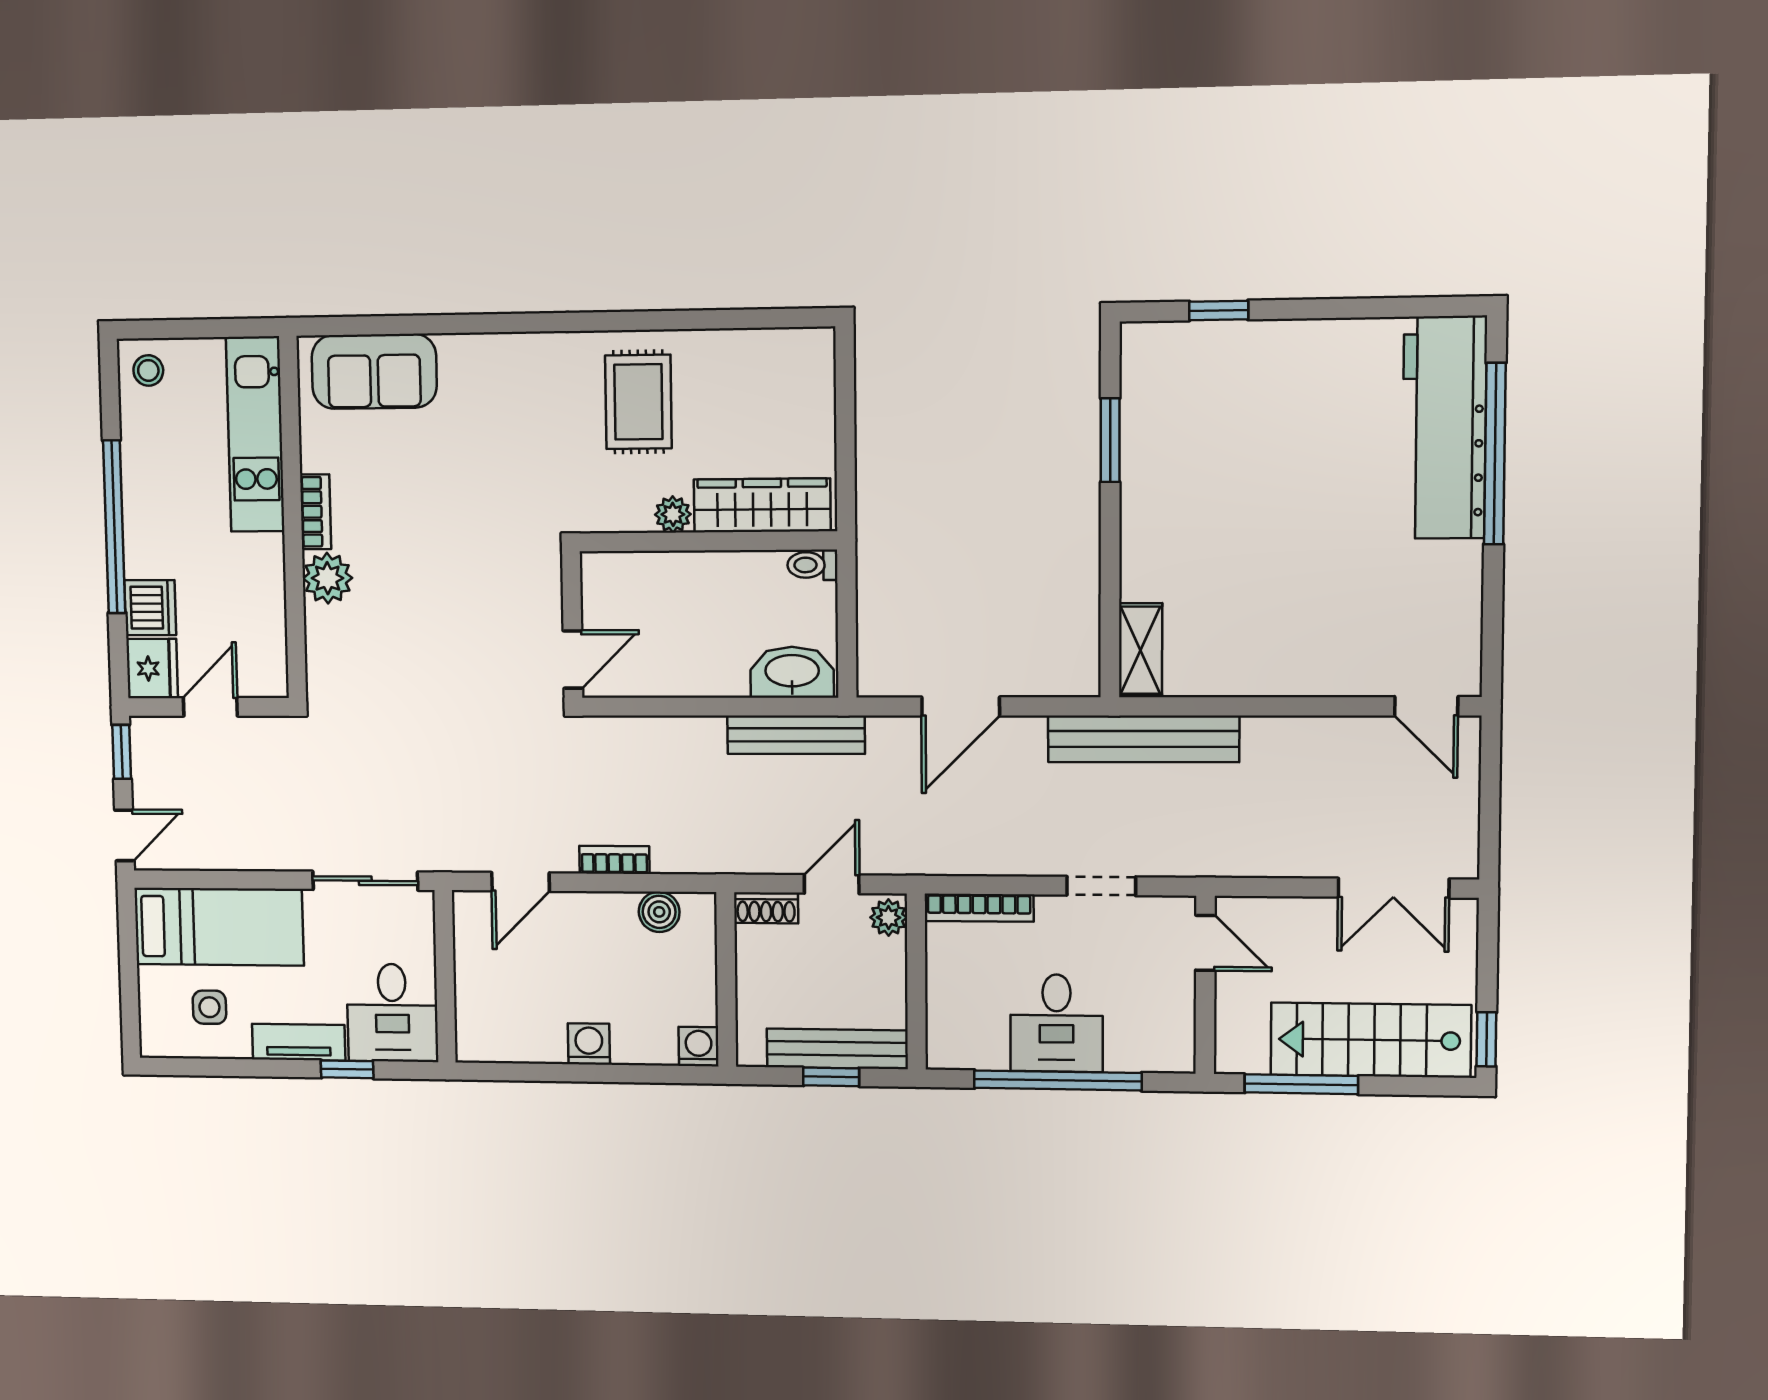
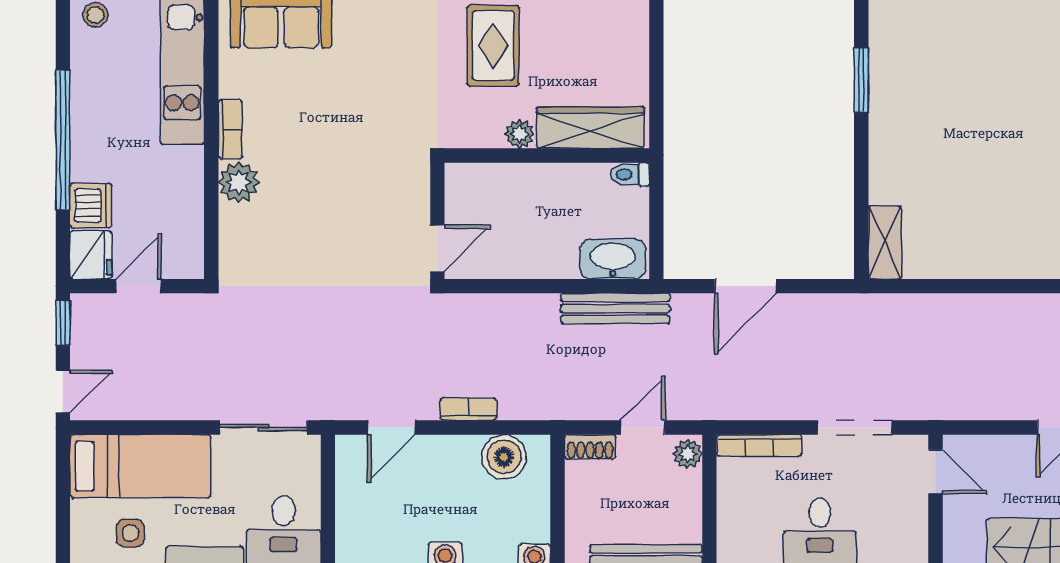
bench: (1143, 739) -> (887, 312), removed
doorway: (1101, 886) -> (855, 427), width x1.38
boiler: (659, 912) -> (504, 457), width x1.36, depth x1.36

